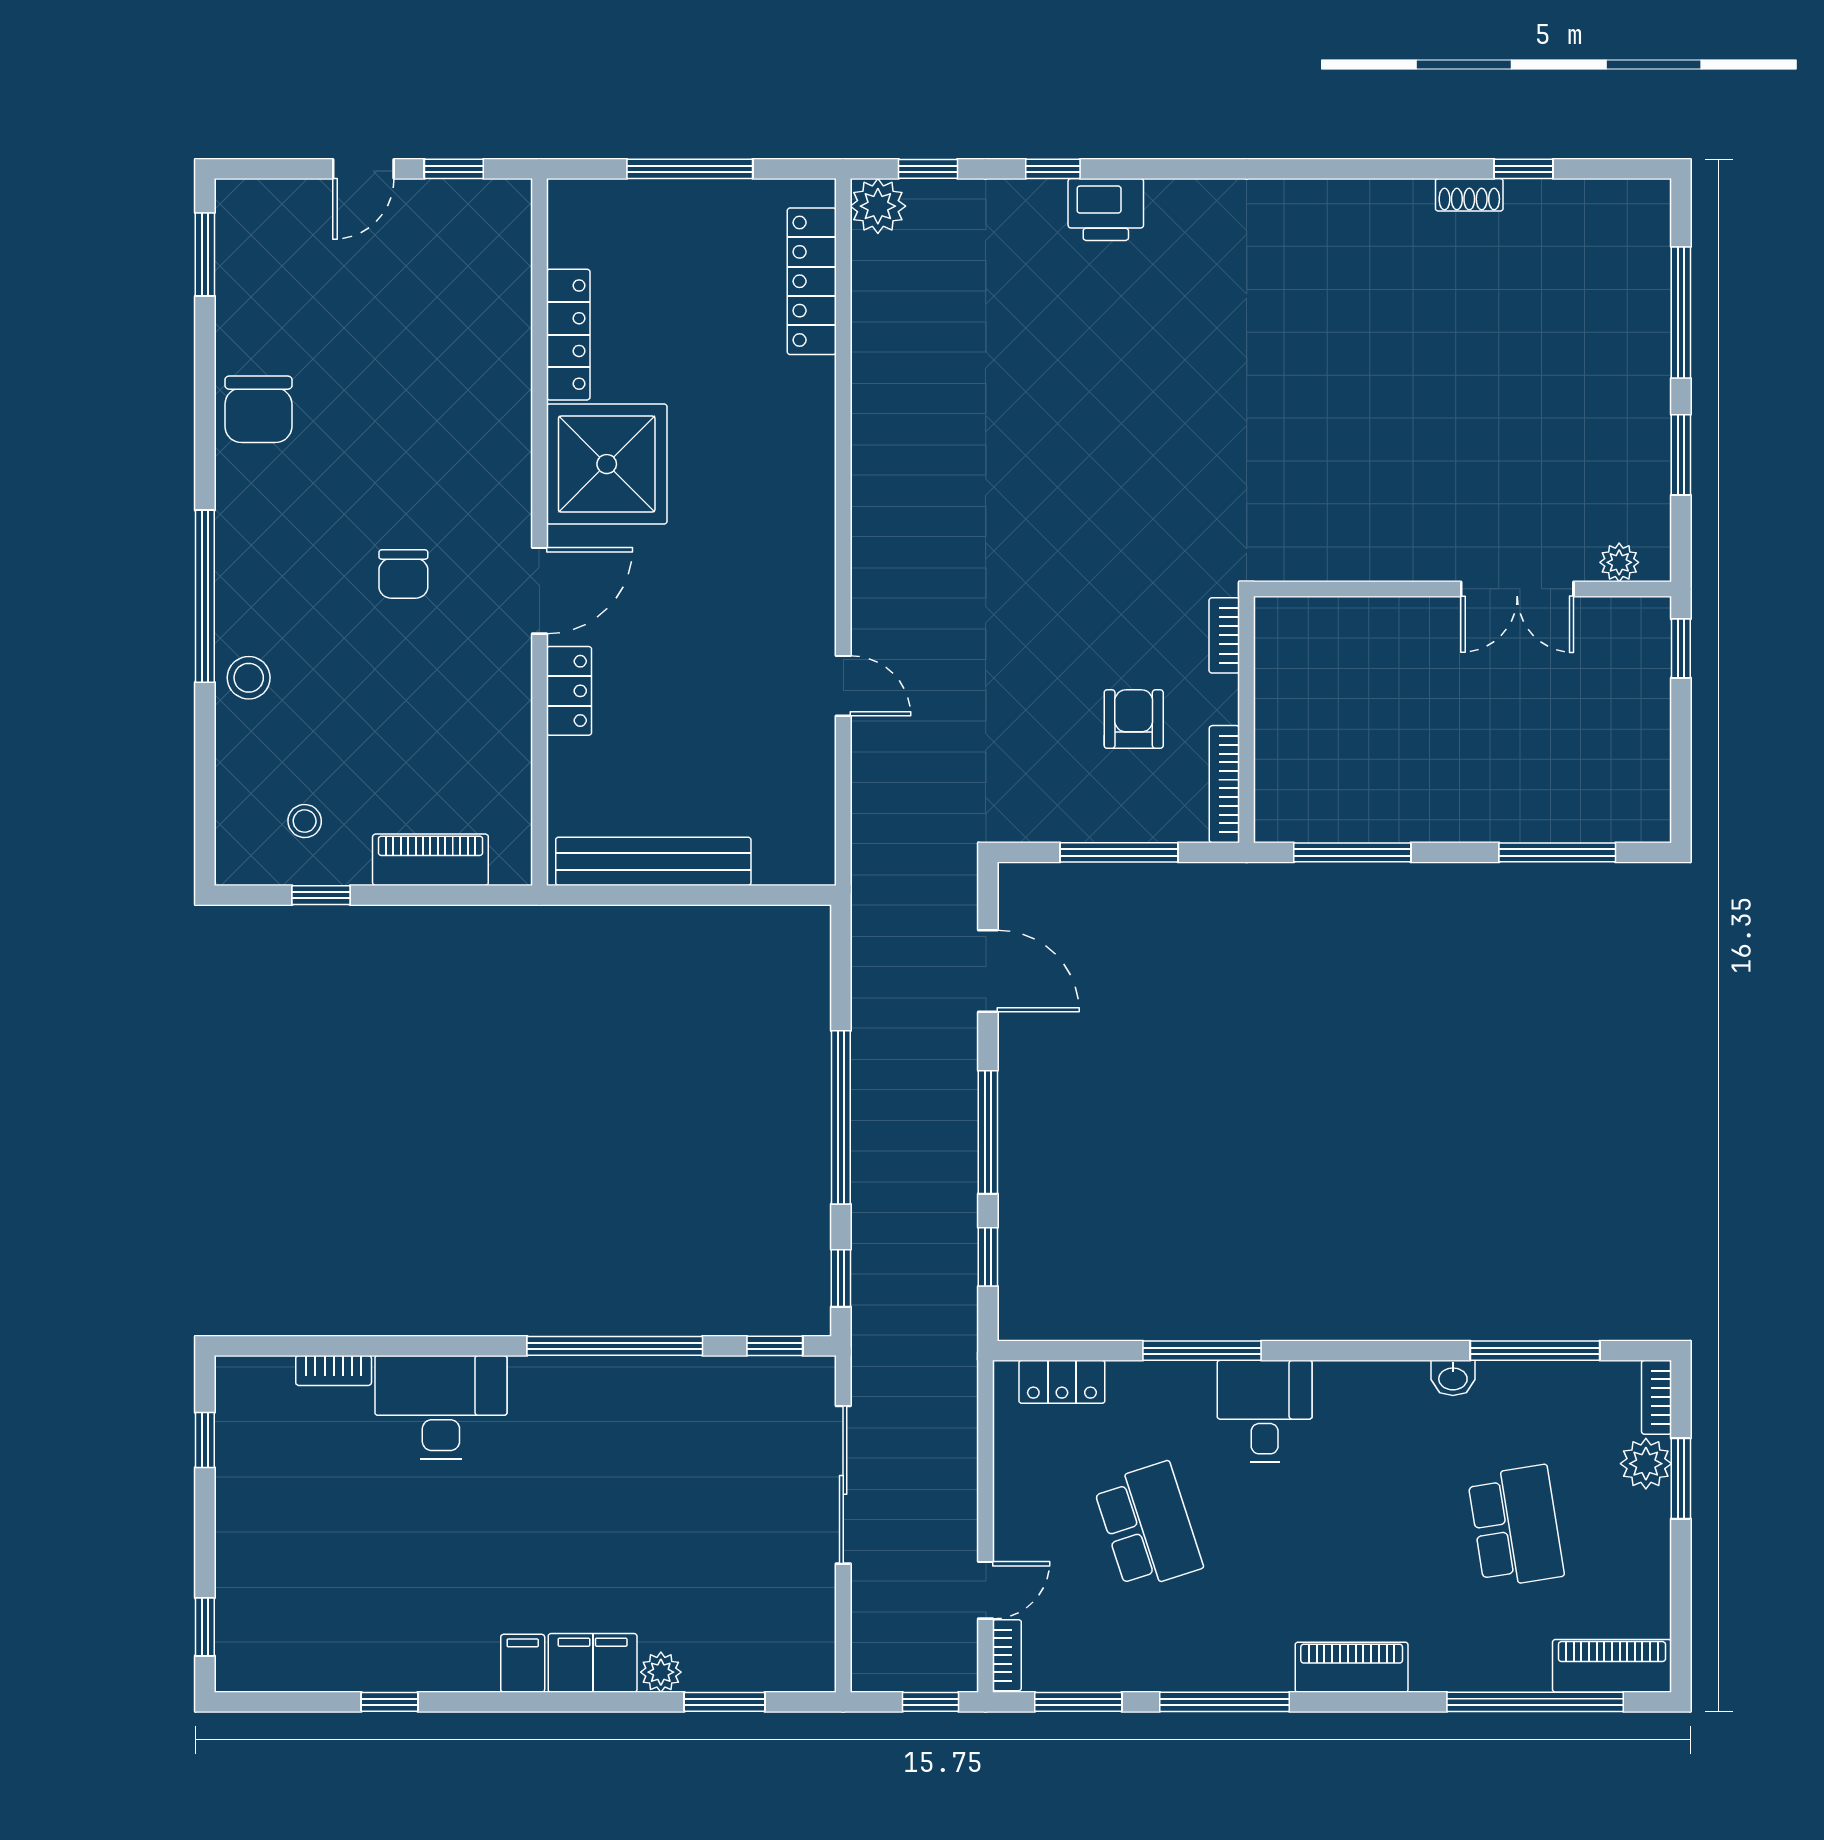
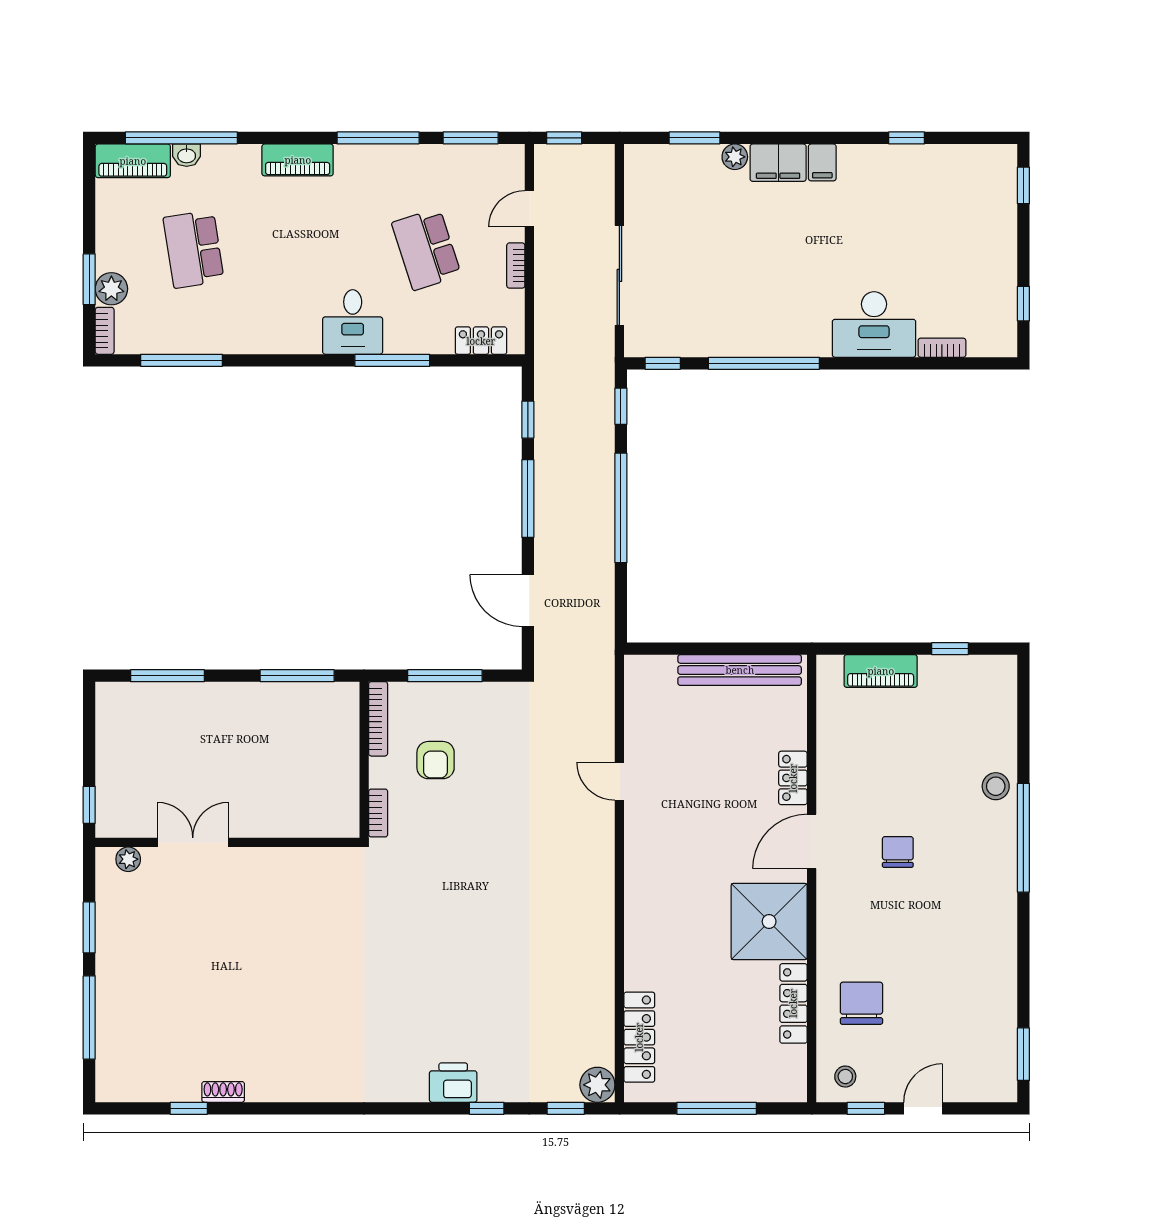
chair: (258, 409) -> (861, 1003), moved
stool: (305, 821) -> (845, 1077), moved
washbasin: (1453, 1378) -> (187, 155), moved, turned 180
bookcase: (1007, 1655) -> (516, 266), moved

